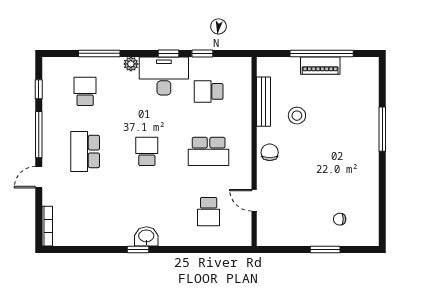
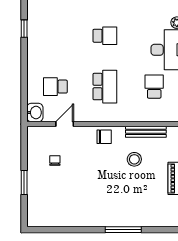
school desk: (209, 151) -> (105, 87), turned 180
chair: (340, 219) -> (55, 160), moved
washbasin: (146, 236) -> (35, 113), moved

